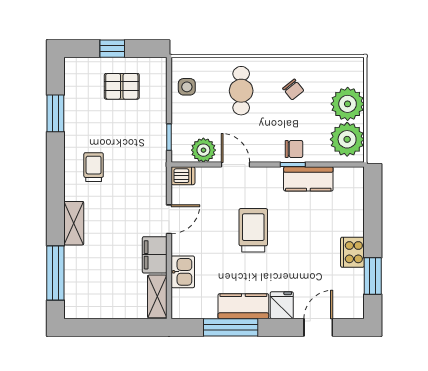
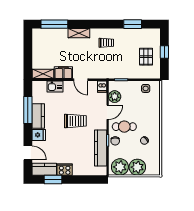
cafe table: (241, 91) -> (124, 127), moved
kitchen counter: (308, 179) -> (101, 148), width x1.50
kitchen counter: (352, 294) -> (44, 169), added

